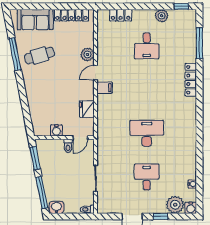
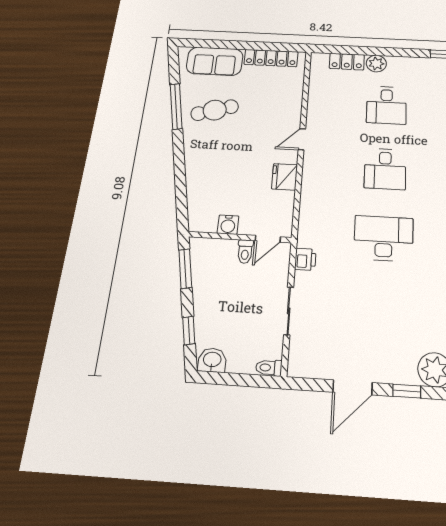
plant: (162, 16) -> (376, 64), moved
plant: (87, 54) -> (291, 113), removed
filing cabinet: (105, 88) -> (315, 162), removed
fridge: (87, 109) -> (285, 177), moved
printer: (103, 149) -> (305, 259), added
desk: (147, 177) -> (385, 169), moved, turned 180
window: (42, 192) -> (189, 330), width x0.46

